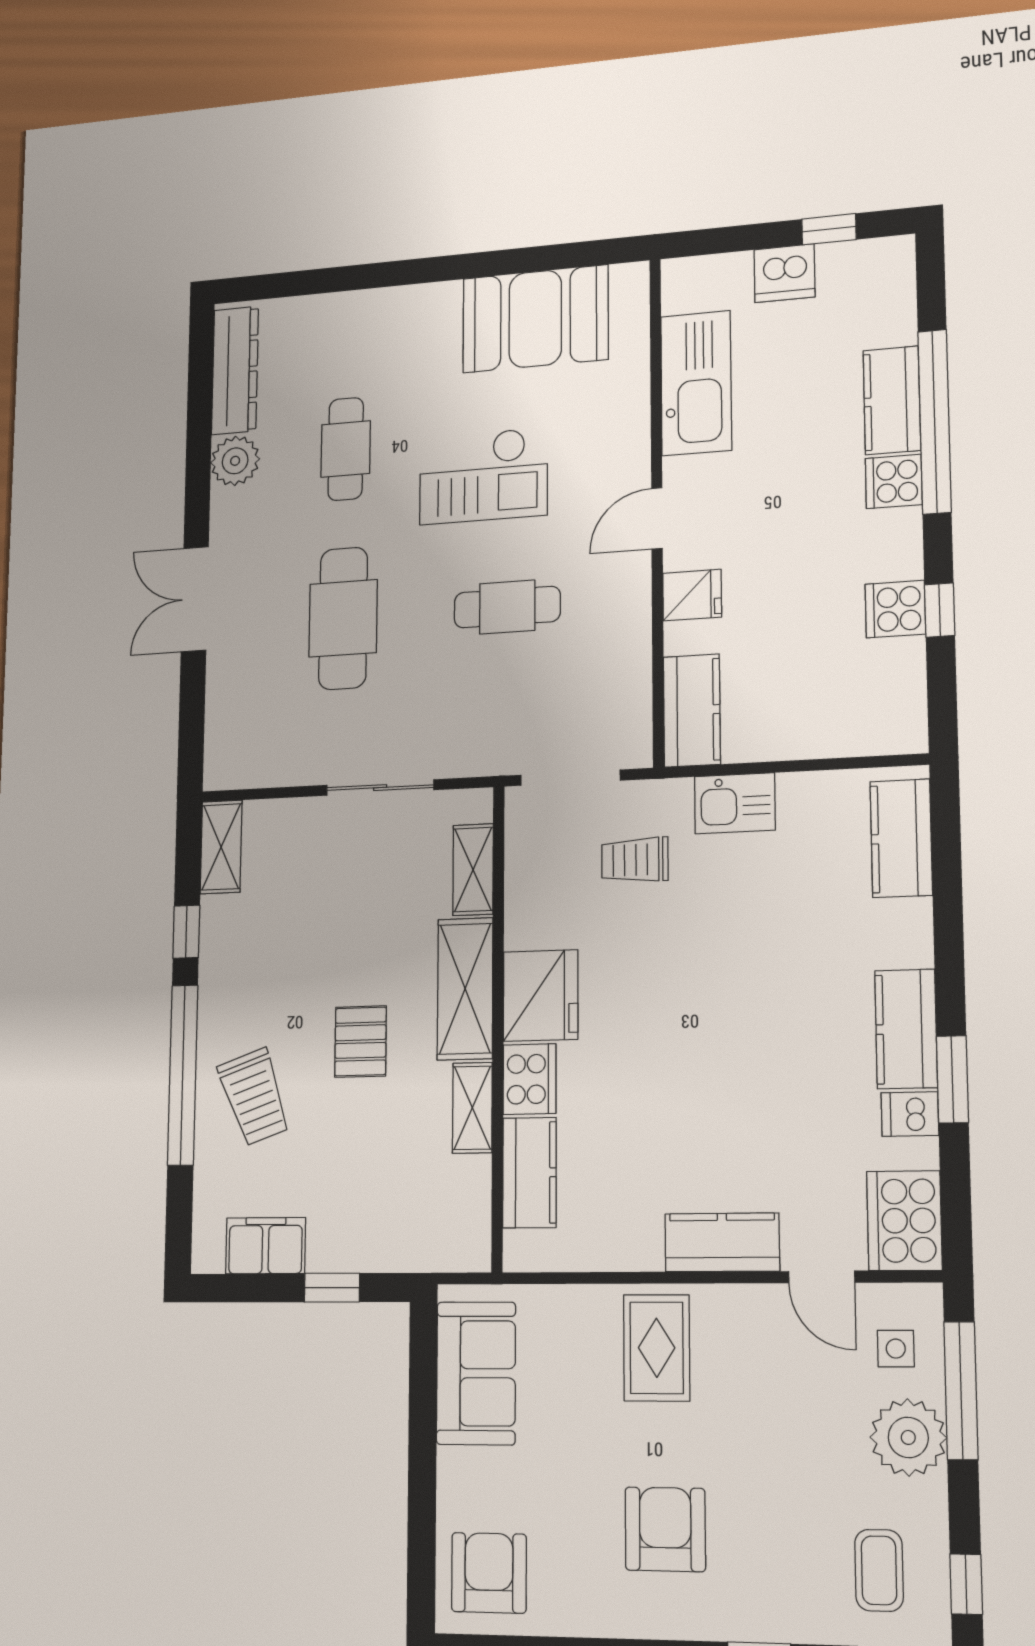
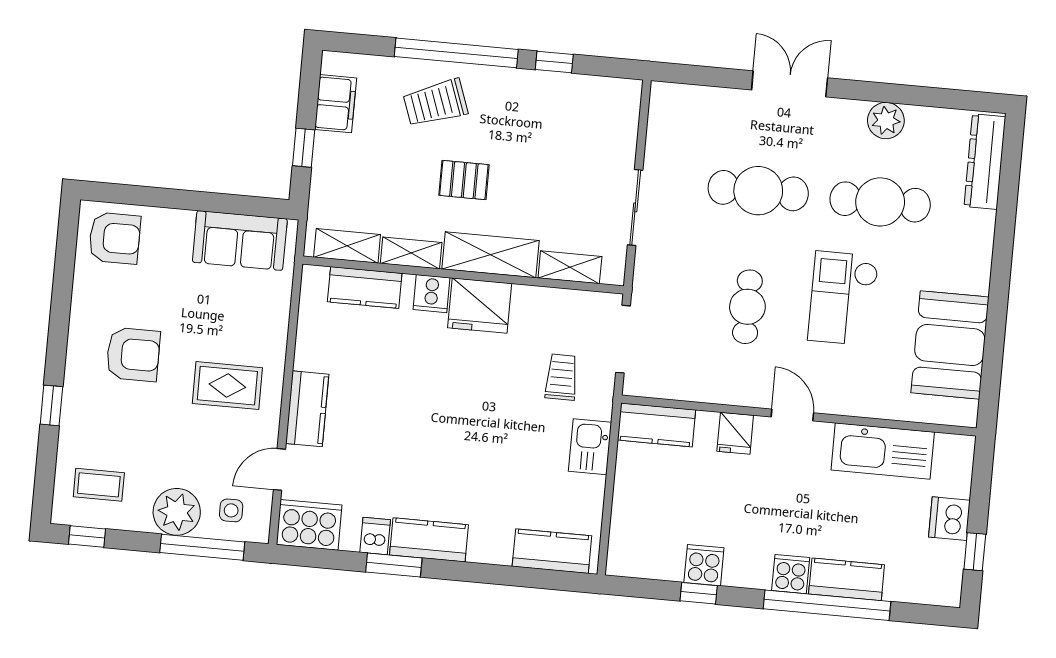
dresser: (235, 370) -> (985, 162), moved, turned 90
cafe table: (346, 449) -> (880, 202), width x1.37, depth x1.35
shelving: (221, 847) -> (347, 246), moved
cooker: (529, 1079) -> (432, 294), width x0.73
rug: (657, 1348) -> (227, 386), moved

